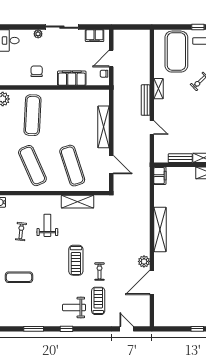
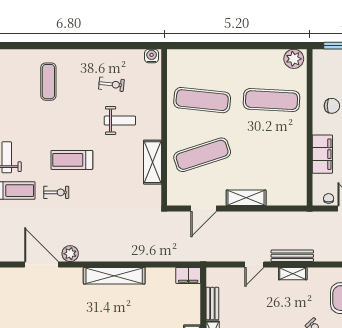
shelving: (159, 89) -> (293, 274), moved
shelving: (103, 127) -> (246, 198), width x0.68
exercise mat: (32, 166) -> (202, 100), turned 30

